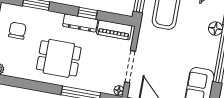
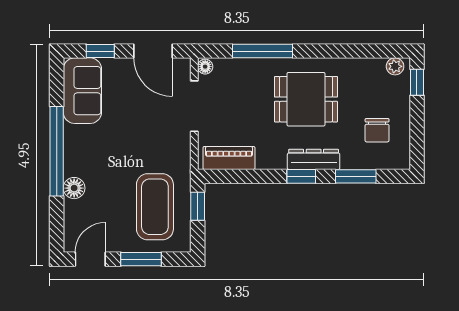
window: (87, 13) -> (301, 176), moved
dresser: (80, 23) -> (314, 159), moved

